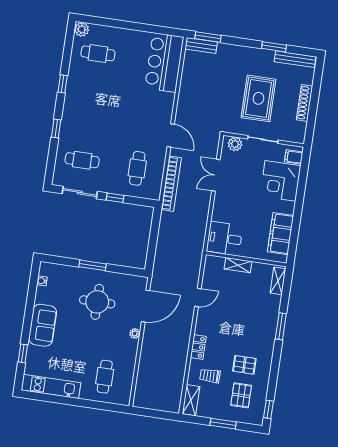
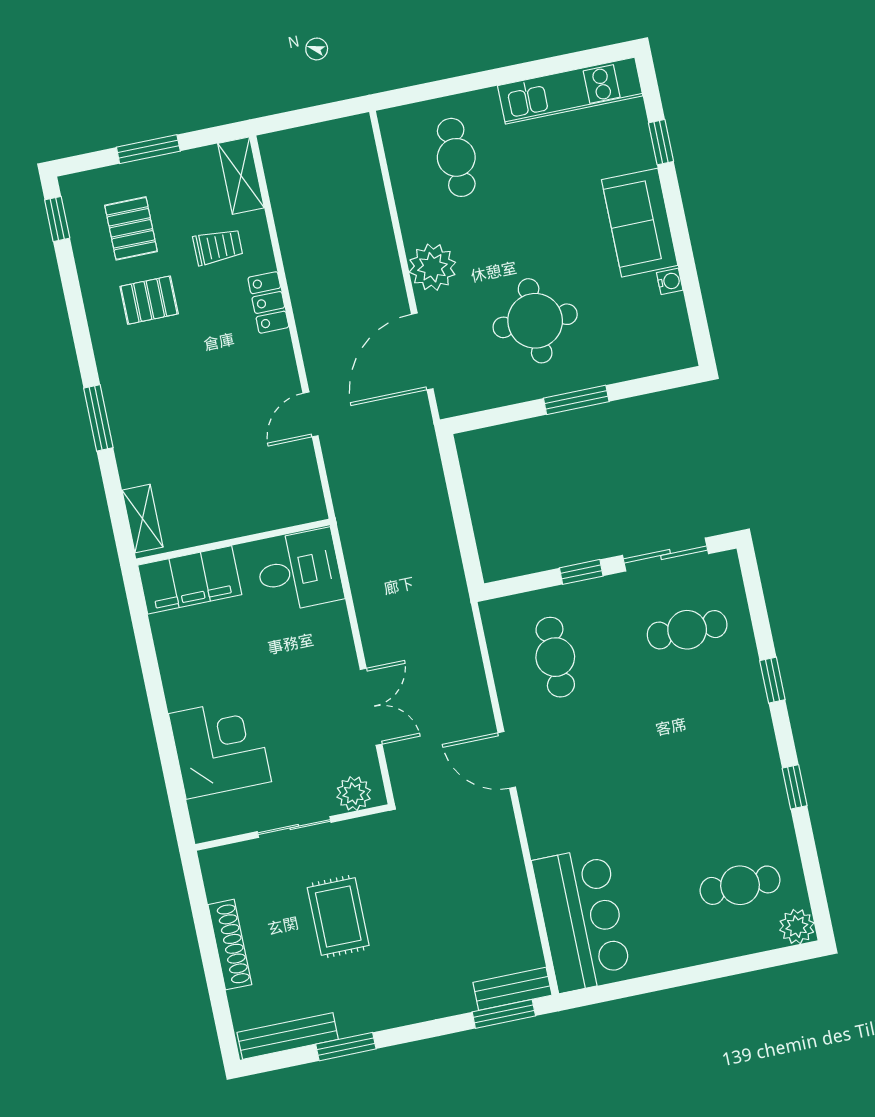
rug: (258, 98) -> (338, 917), width x0.73, depth x0.70
filing cabinet: (294, 157) -> (210, 813), removed
bookcase: (171, 184) -> (465, 651), removed
filing cabinet: (280, 234) -> (190, 580), moved, turned 90
shelving: (238, 265) -> (246, 521), removed
water cooler: (42, 281) -> (670, 281), moved
plant: (135, 333) -> (432, 267), width x1.87, depth x1.87

